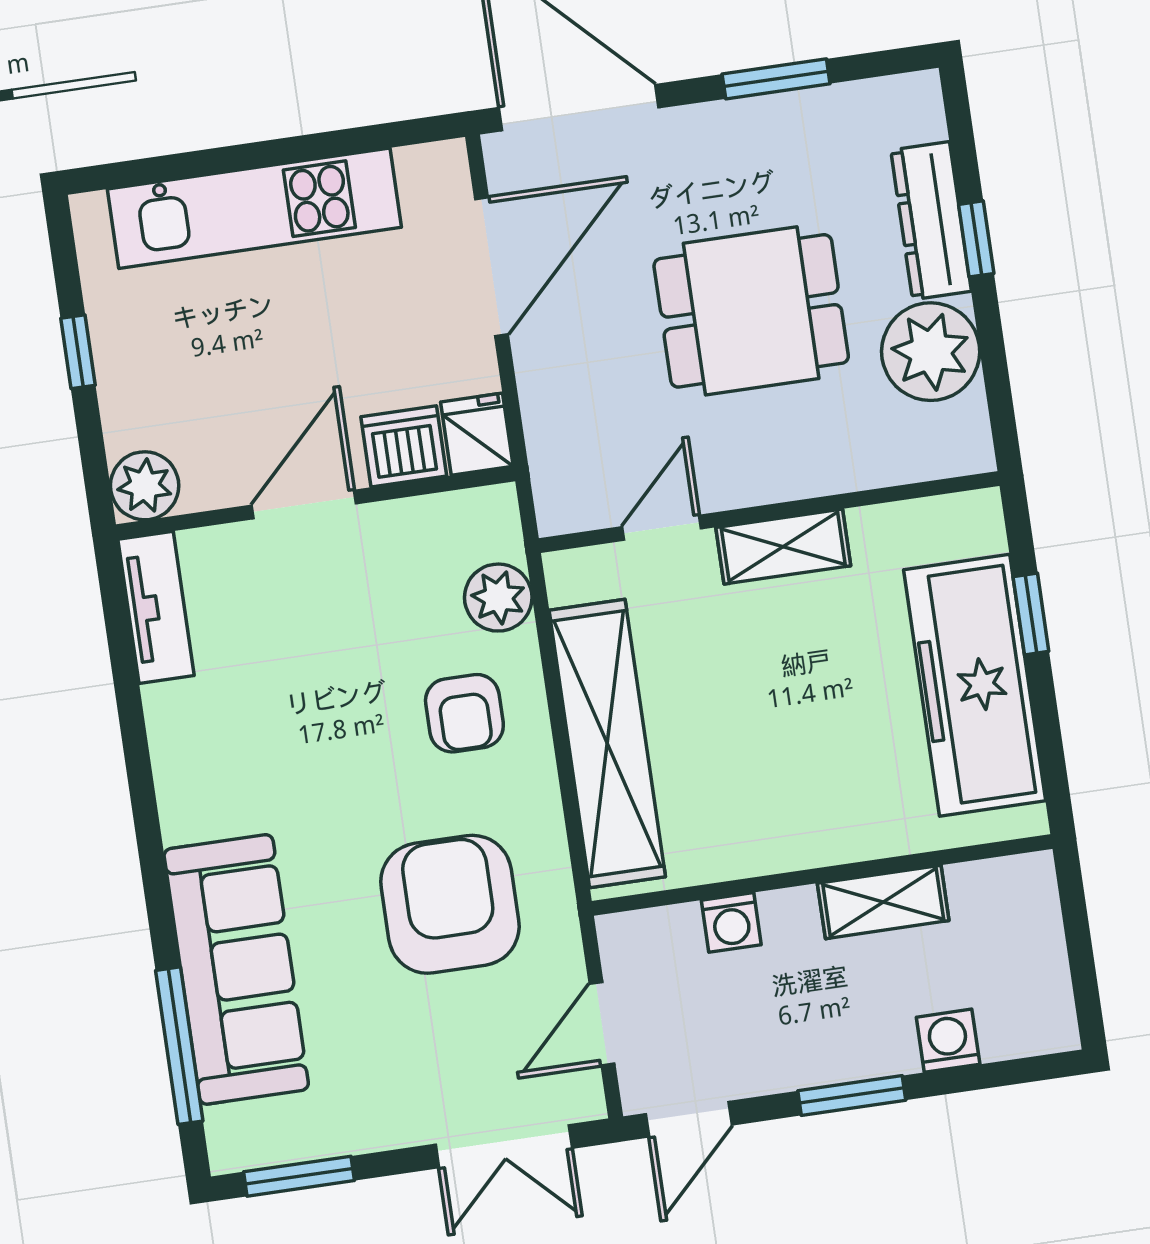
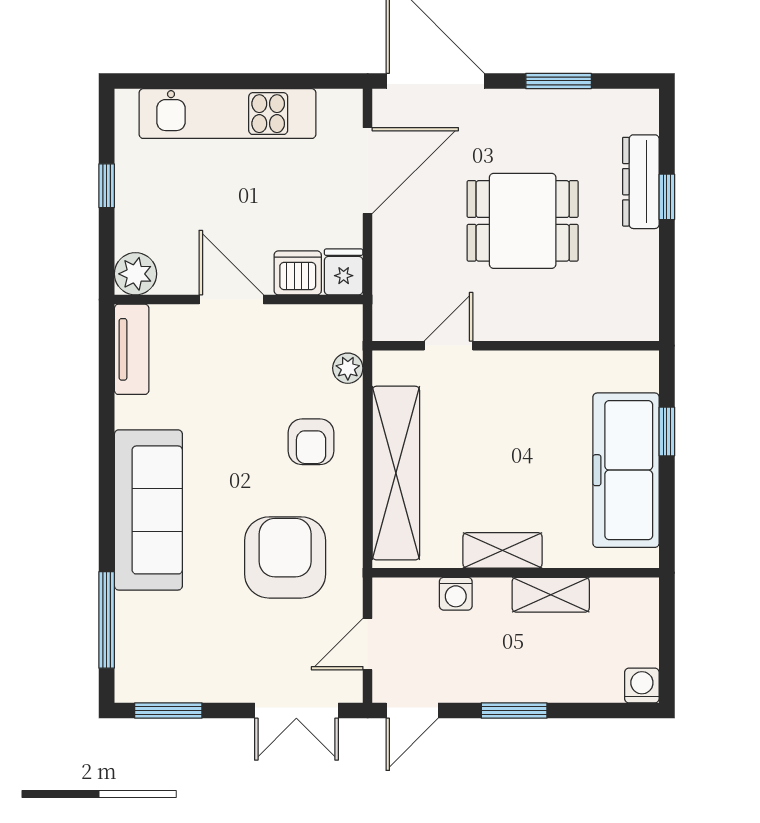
plant: (931, 352) -> (629, 262), removed
door: (304, 505) -> (231, 300), hinge flipped
shelving: (783, 547) -> (503, 550), moved
plant: (498, 598) -> (348, 368), width x0.73, depth x0.73
sofa: (236, 969) -> (148, 510), moved
washing machine: (948, 1041) -> (642, 685), moved

